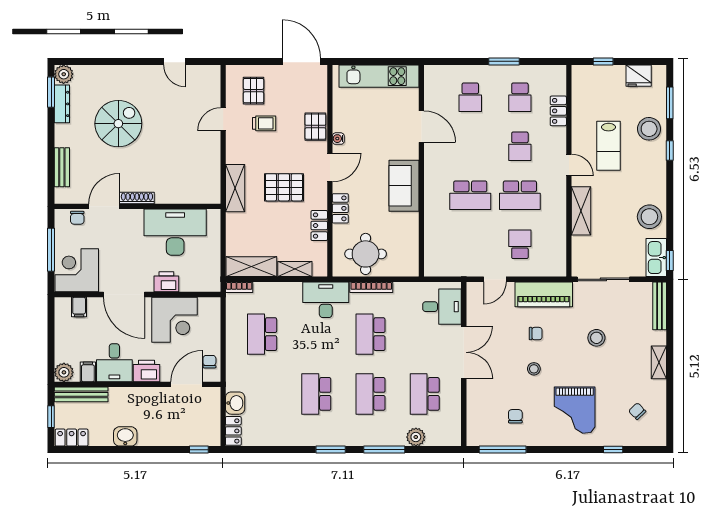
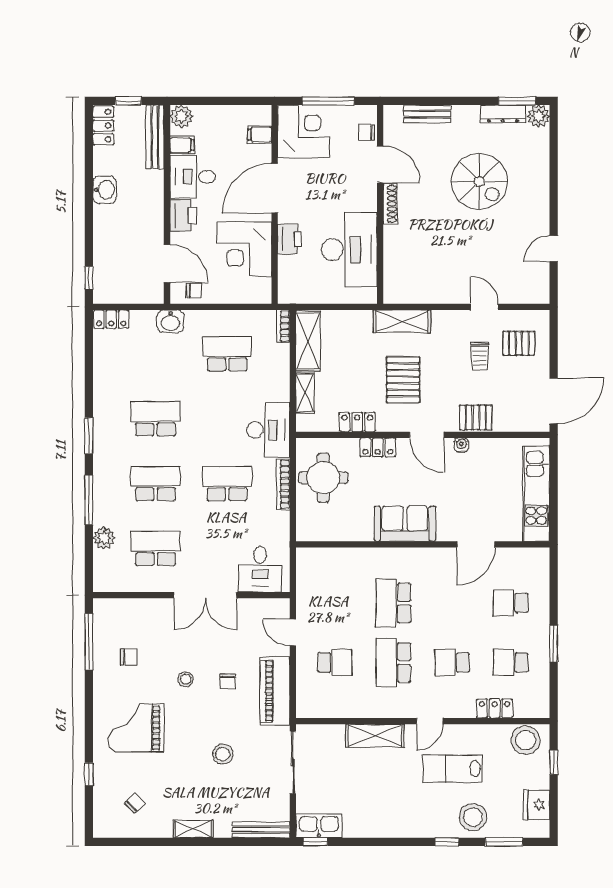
stool: (649, 217) -> (526, 740), moved
washbasin: (235, 403) -> (171, 321), moved

